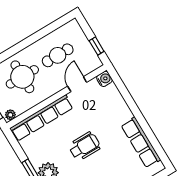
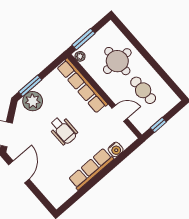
water cooler: (104, 79) -> (116, 149), moved
row of seats: (141, 142) -> (91, 169), moved

